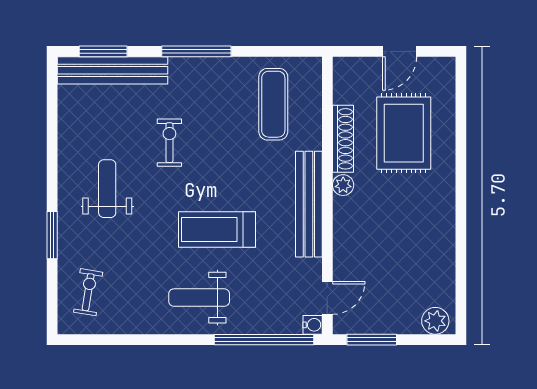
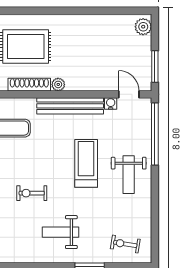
treadmill: (217, 230) -> (86, 163), turned 180
water cooler: (313, 325) -> (111, 104), moved

